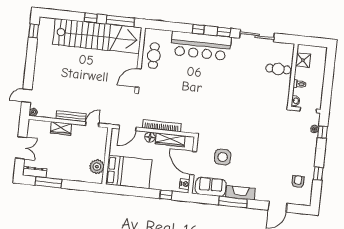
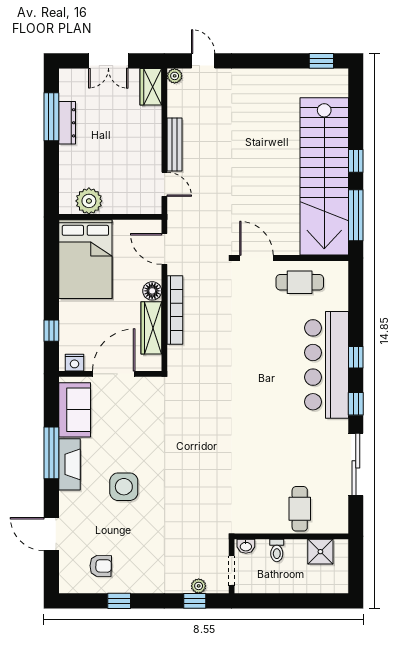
wardrobe: (61, 128) -> (151, 87), moved
side table: (223, 157) -> (124, 487), moved
dresser: (35, 172) -> (67, 123), moved

